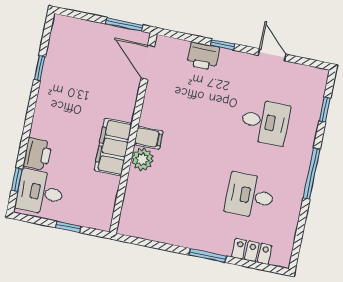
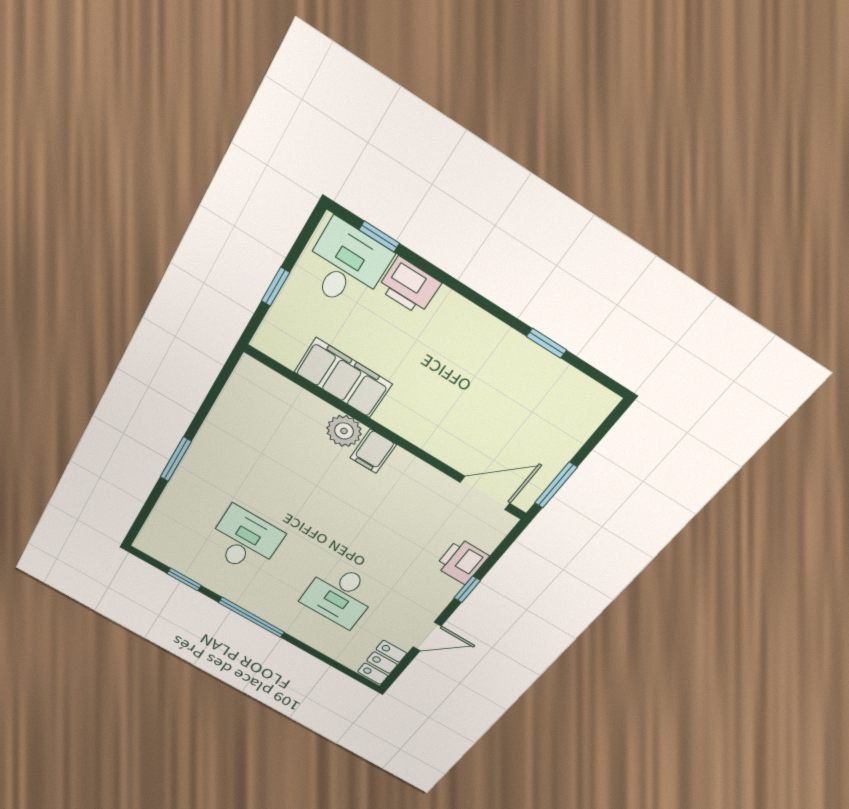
window: (325, 109) -> (184, 579), moved
filing cabinet: (113, 147) -> (343, 378), moved
locker: (252, 251) -> (382, 663), moved, turned 180

